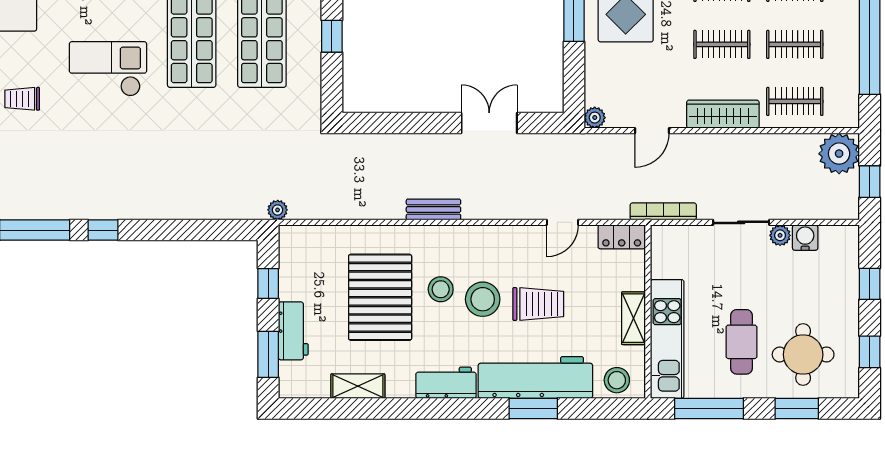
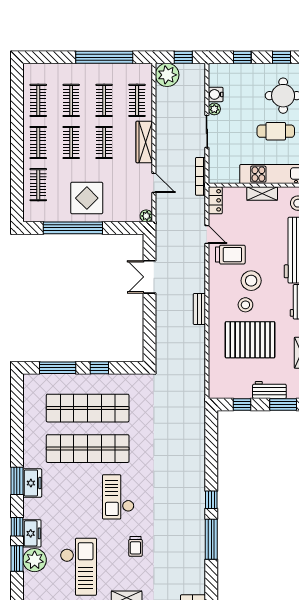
plant: (278, 210) -> (200, 399), removed
trolley: (538, 304) -> (230, 255), moved, turned 90

